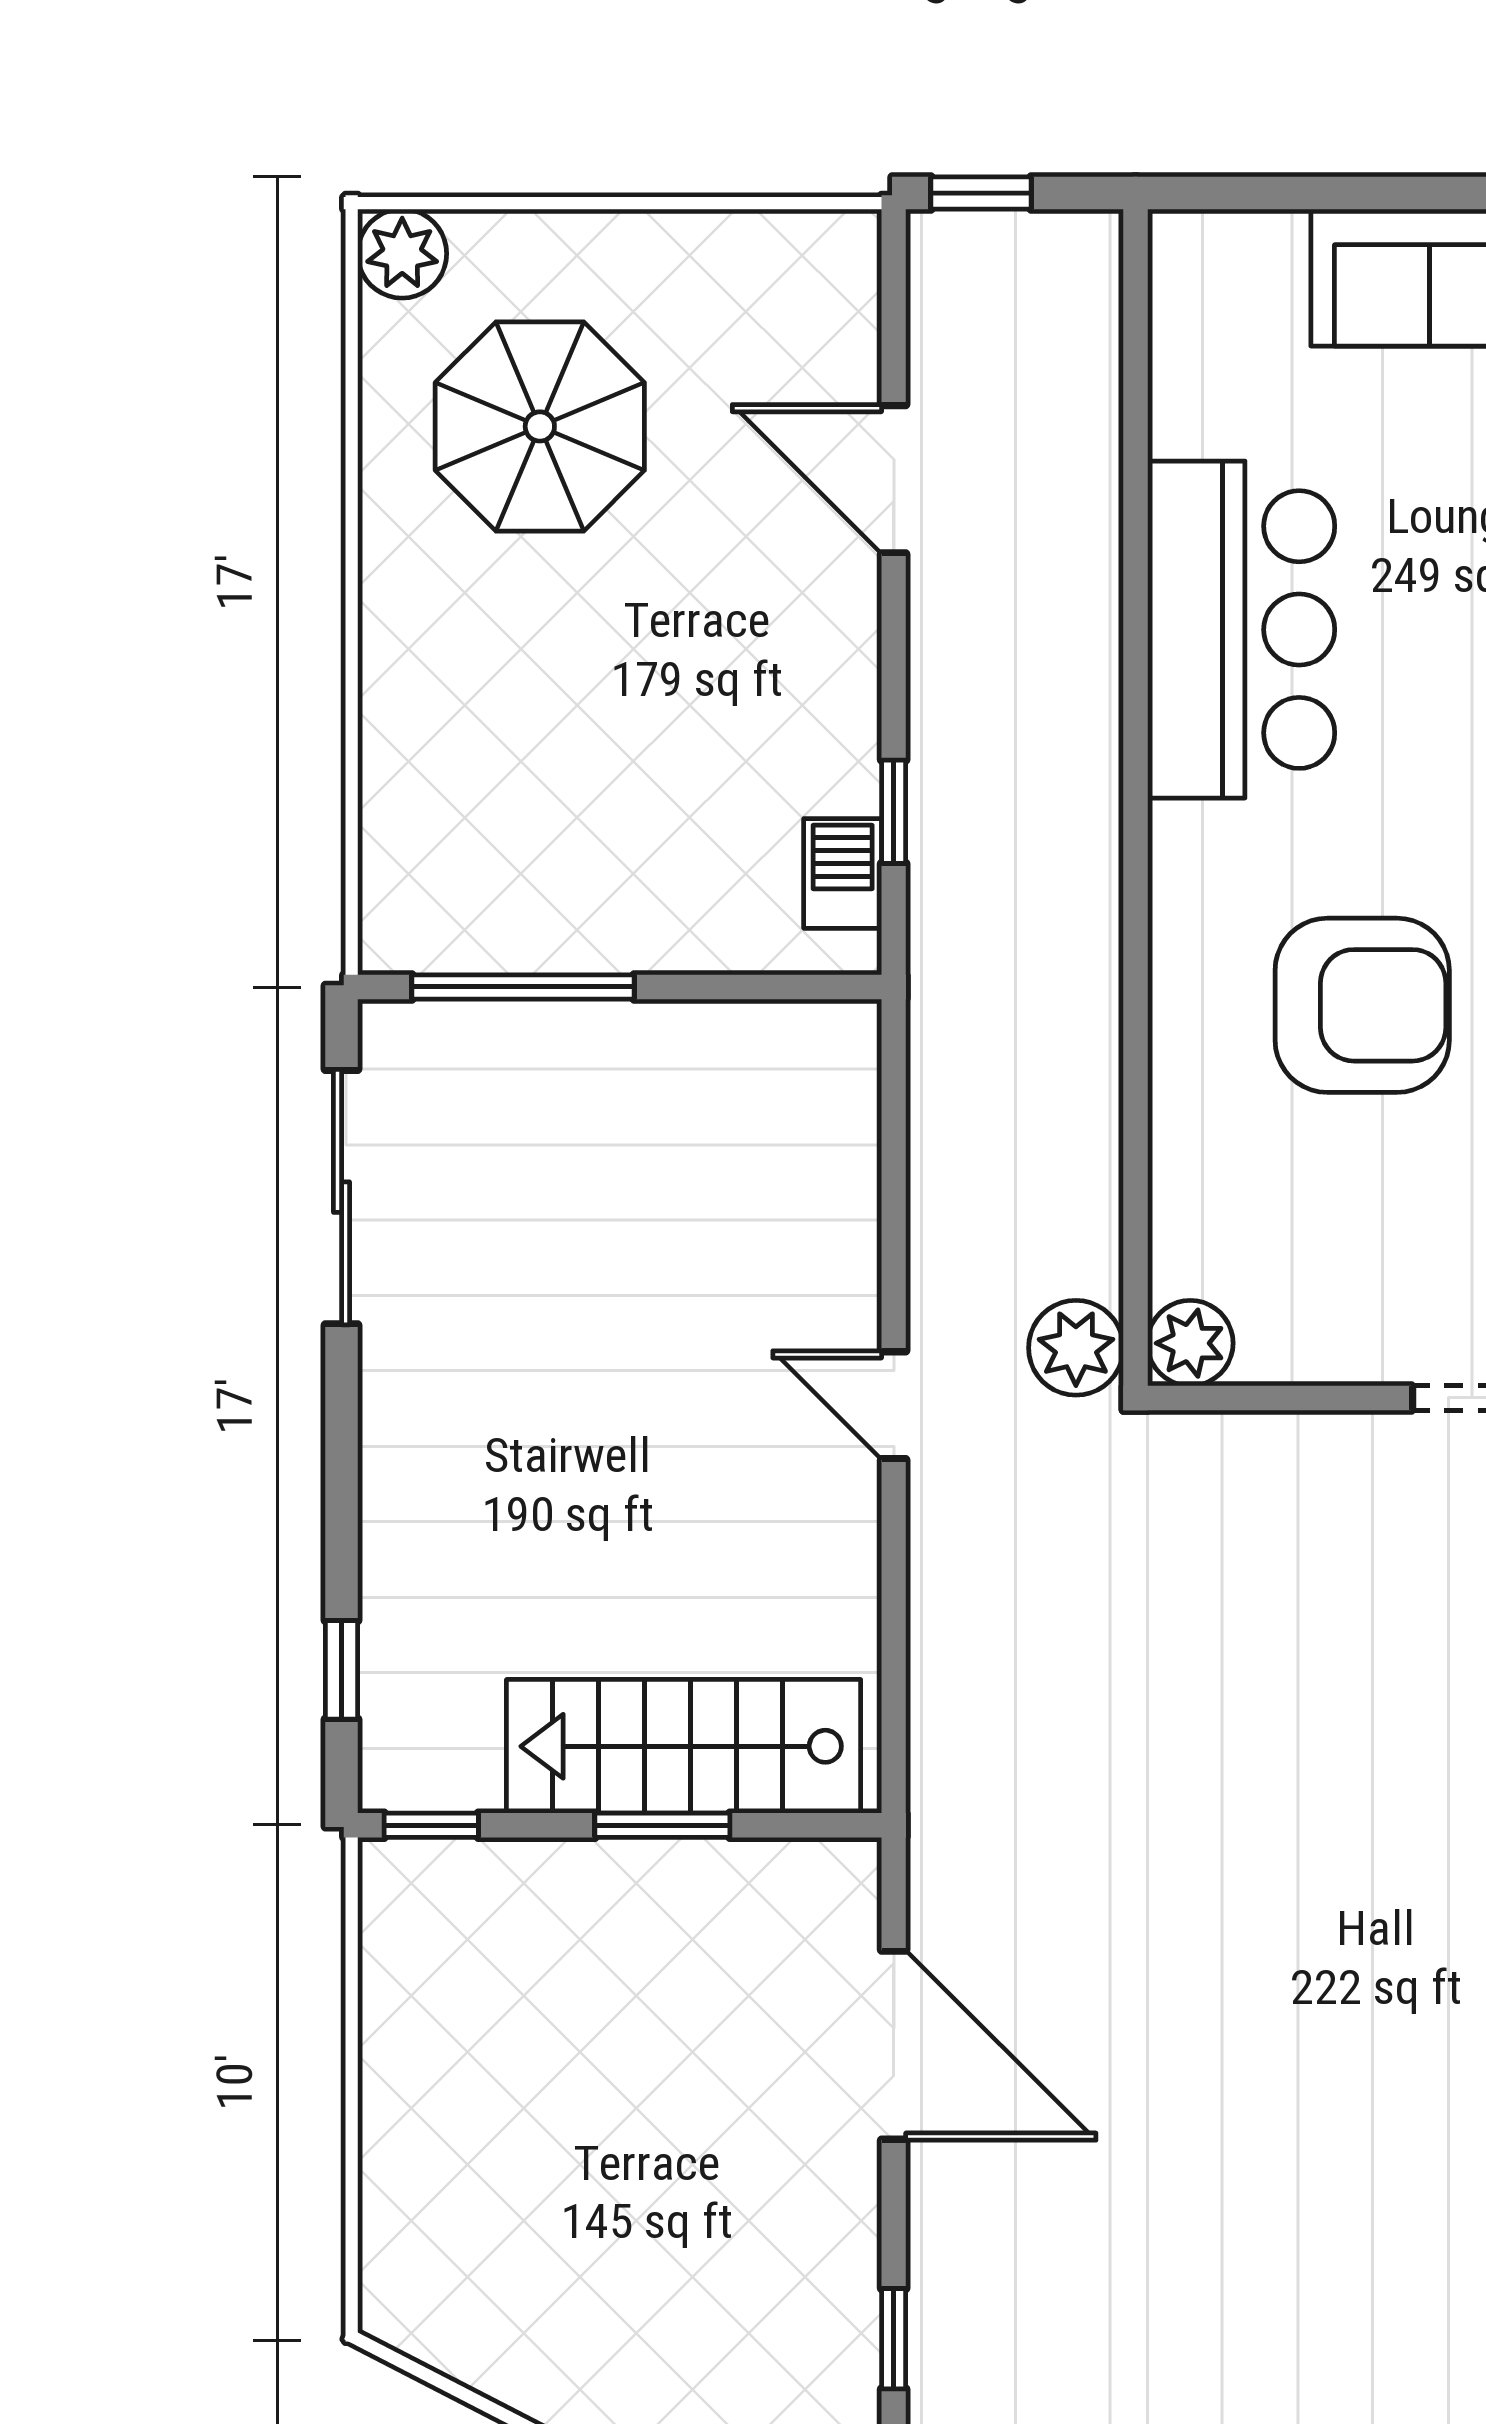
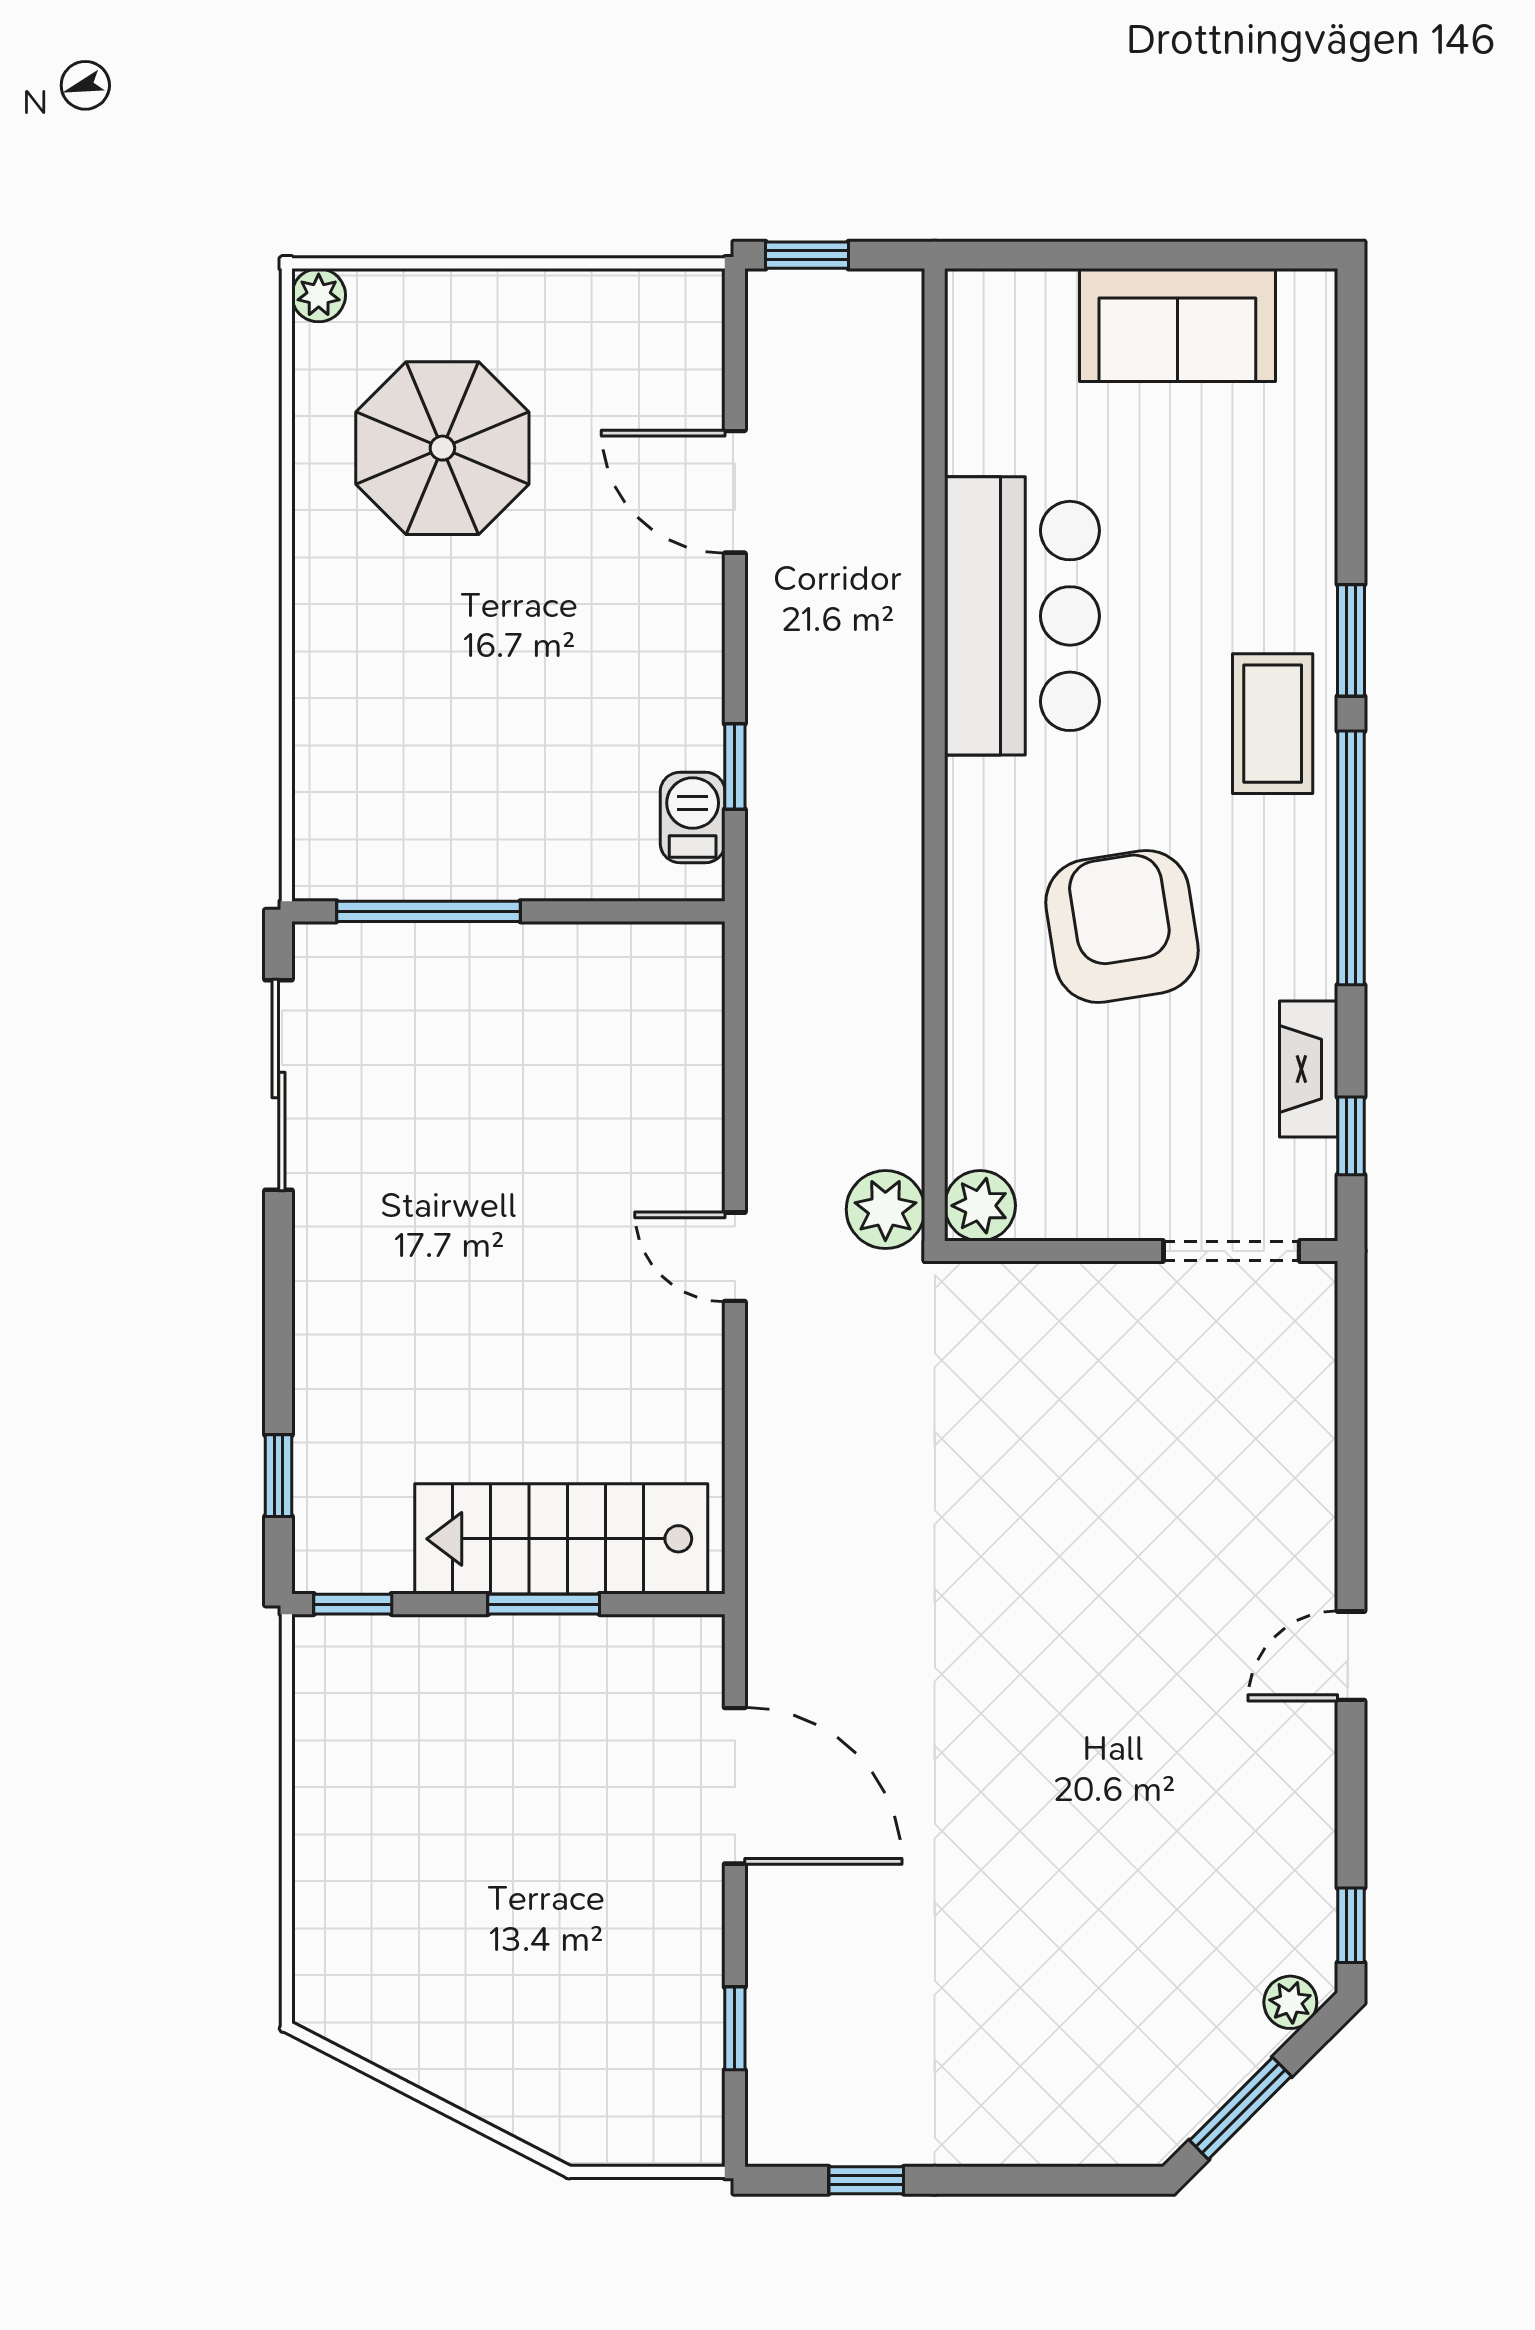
plant: (402, 254) -> (319, 295), width x0.73, depth x0.73
armchair: (1362, 1005) -> (1122, 926), turned -99

